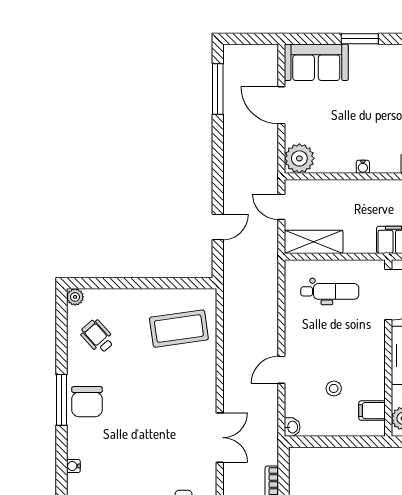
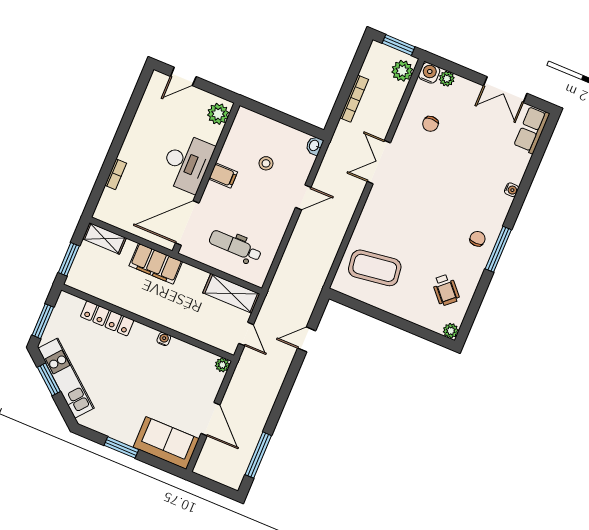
plant: (299, 158) -> (222, 365), width x0.53, depth x0.53
chair: (87, 402) -> (477, 239), width x0.54, depth x0.54
filing cabinet: (372, 411) -> (223, 175), moved

